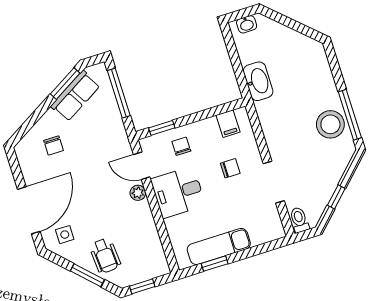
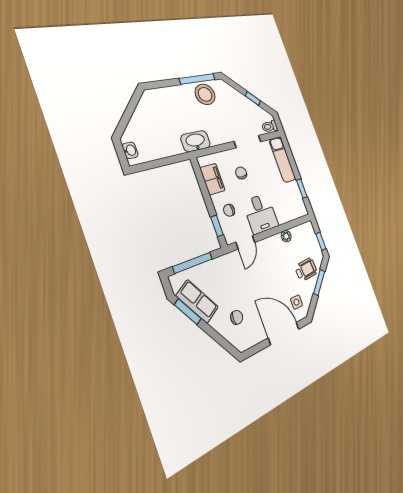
washbasin: (258, 81) -> (196, 141), moved
filing cabinet: (228, 124) -> (212, 179), width x2.00
plant: (138, 193) -> (286, 236), moved
exam couch: (219, 247) -> (282, 160), moved

